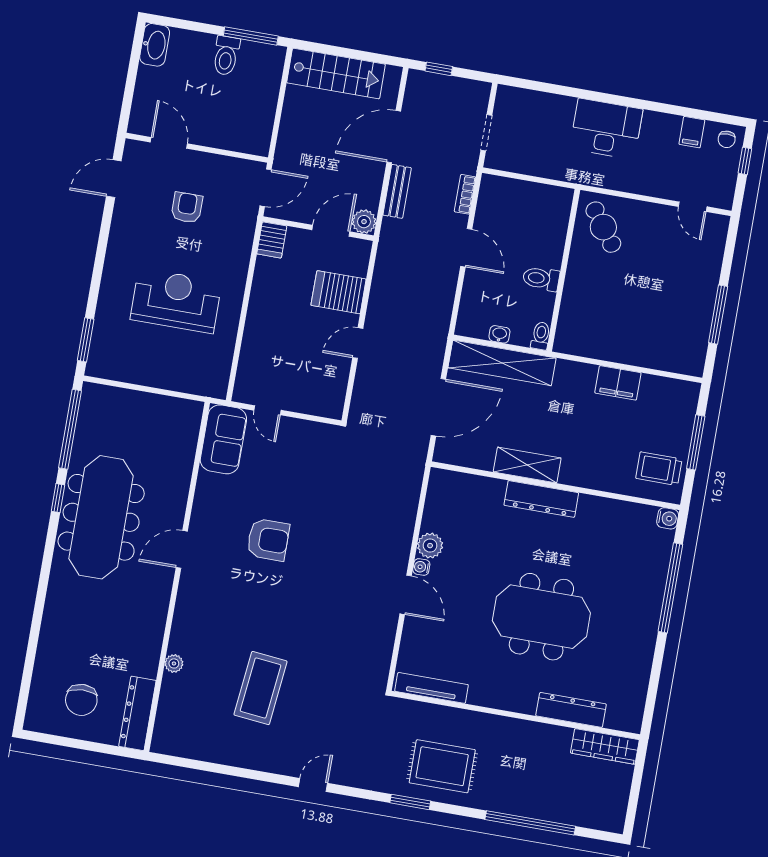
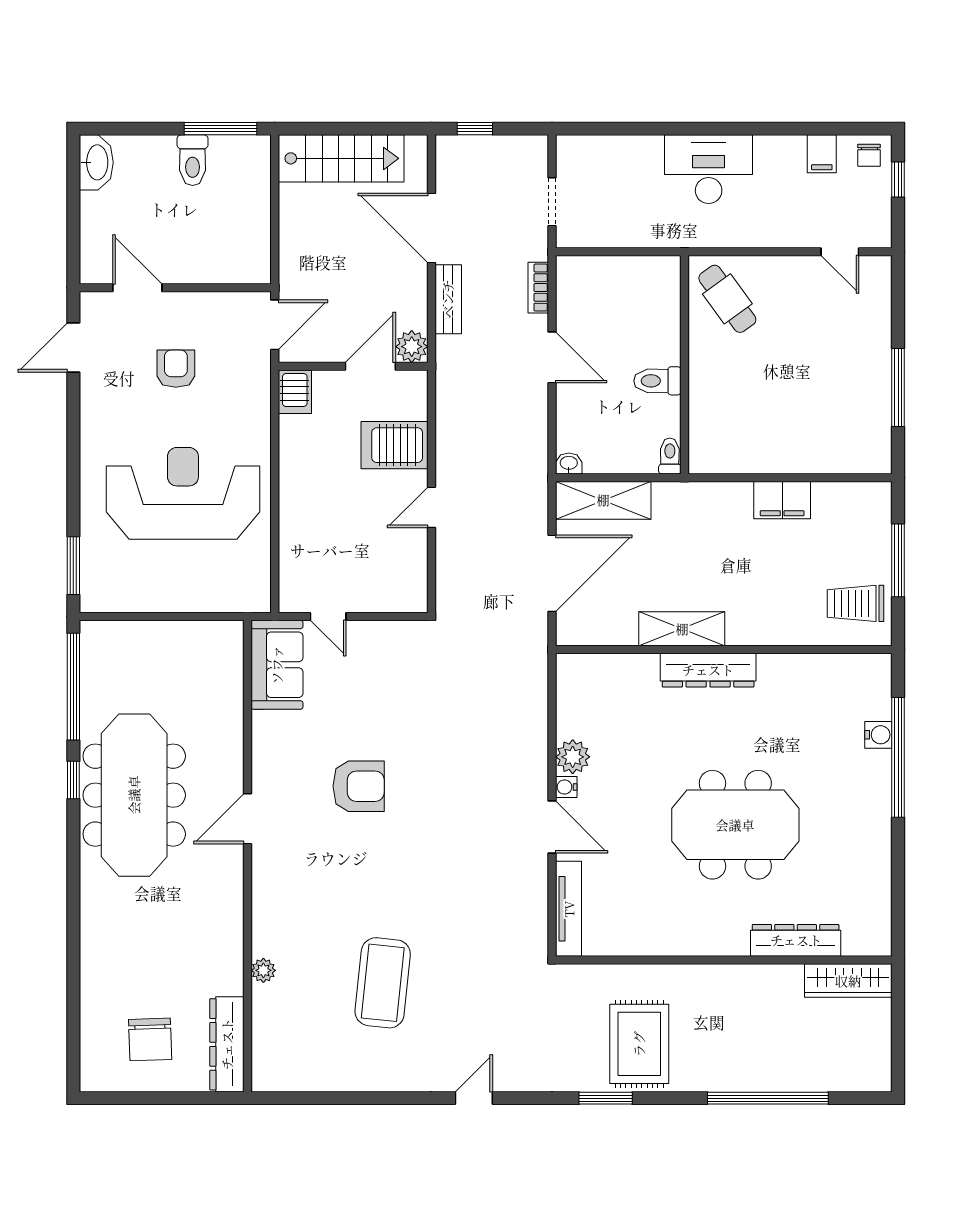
door: (394, 137) -> (431, 228), hinge flipped
reception desk: (176, 301) -> (183, 493), width x1.36, depth x1.30
washbasin: (499, 334) -> (569, 463), moved
shelving: (502, 363) -> (603, 500), width x0.68
water cooler: (668, 518) -> (878, 735), moved
tv unit: (432, 688) -> (569, 909), moved, turned 90
rug: (442, 766) -> (639, 1044), turned 90

